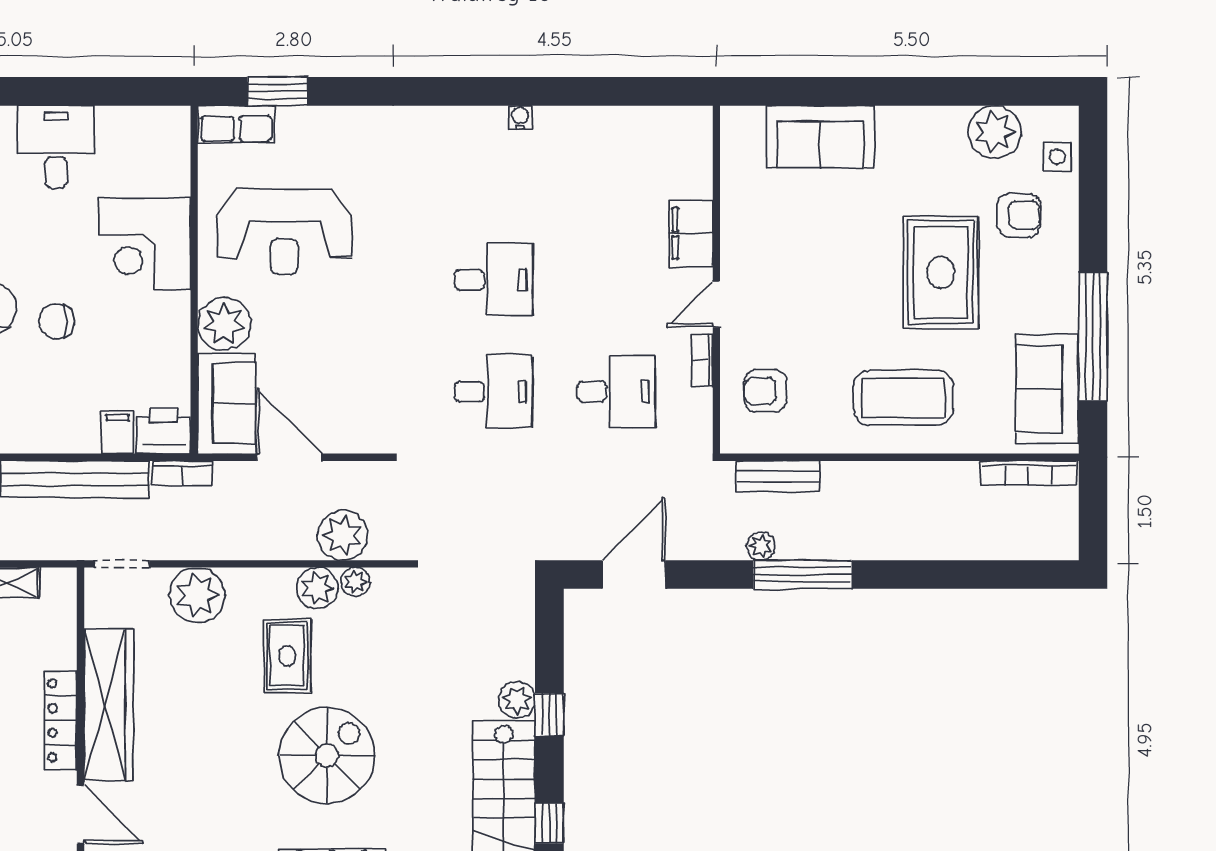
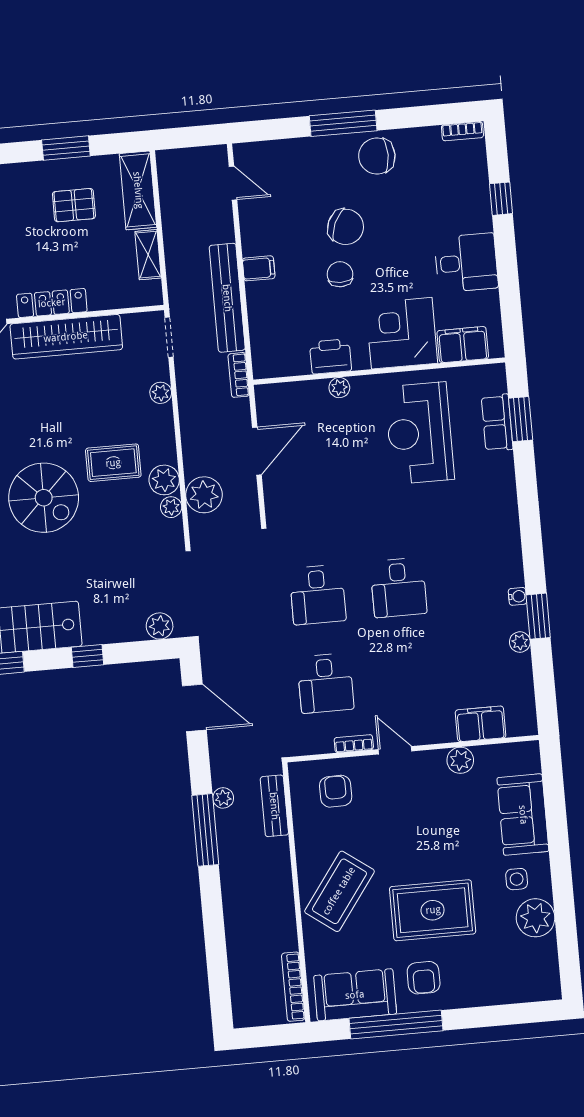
window: (550, 91) -> (538, 616), added
plant: (583, 120) -> (520, 642), added
row of seats: (236, 124) -> (497, 423), moved
plant: (995, 132) -> (536, 918), moved
side table: (1057, 157) -> (517, 879), moved
filing cabinet: (168, 162) -> (463, 345), added
armchair: (1019, 215) -> (424, 978), moved
plant: (738, 216) -> (460, 760), added
filing cabinet: (691, 234) -> (481, 724), moved
plant: (224, 324) -> (339, 388), width x0.53, depth x0.53
coffee table: (903, 398) -> (339, 891), turned 36
sofa: (227, 403) -> (292, 403), removed
printer: (163, 431) -> (331, 356), moved, turned -90
filing cabinet: (117, 432) -> (259, 268), moved
plant: (197, 595) -> (161, 393), width x0.53, depth x0.53
plant: (517, 700) -> (160, 626), moved

